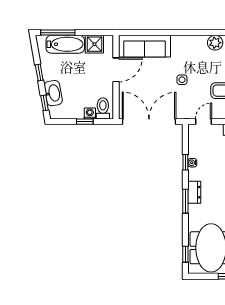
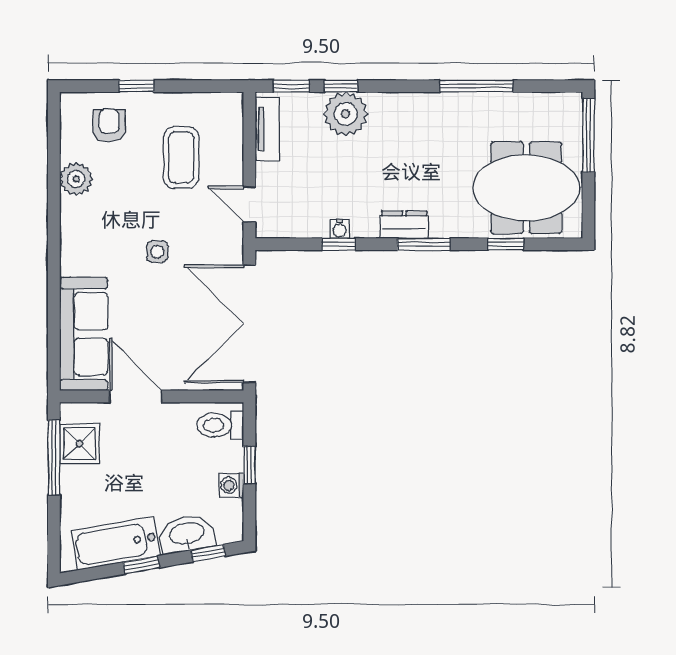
window: (58, 33) -> (54, 458), moved
bathtub: (65, 44) -> (116, 543), moved, turned -100
washing machine: (90, 113) -> (231, 485), moved
window: (185, 254) -> (506, 244), moved

